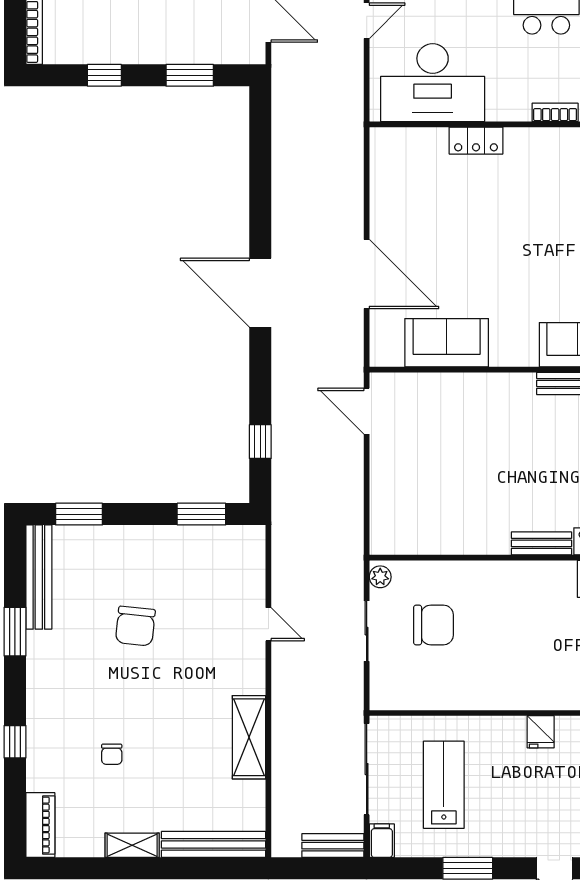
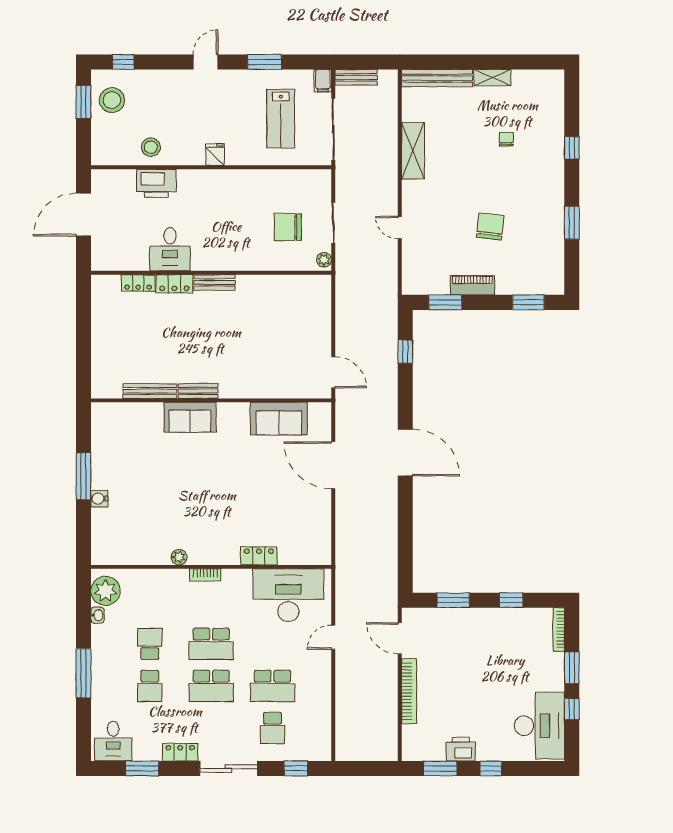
bench: (39, 577) -> (556, 260), removed
piano: (40, 825) -> (472, 285), moved, turned 90

